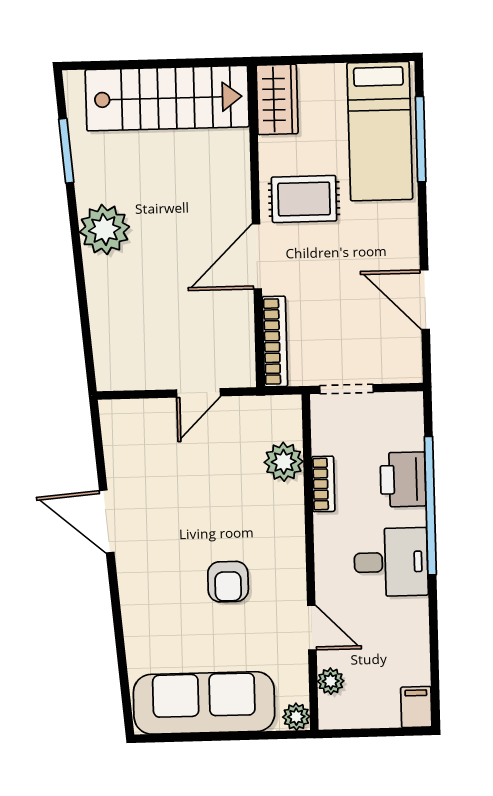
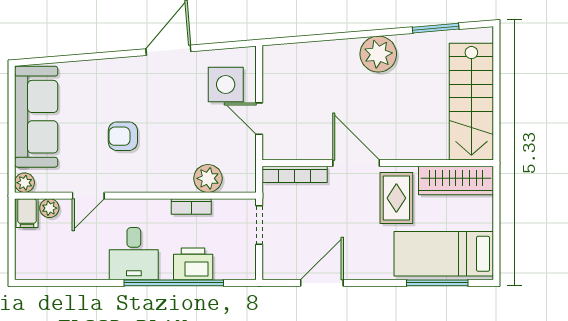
wardrobe: (277, 99) -> (456, 181), width x1.50
side table: (152, 441) -> (226, 85), added
filing cabinet: (416, 707) -> (27, 213), moved, turned 90

